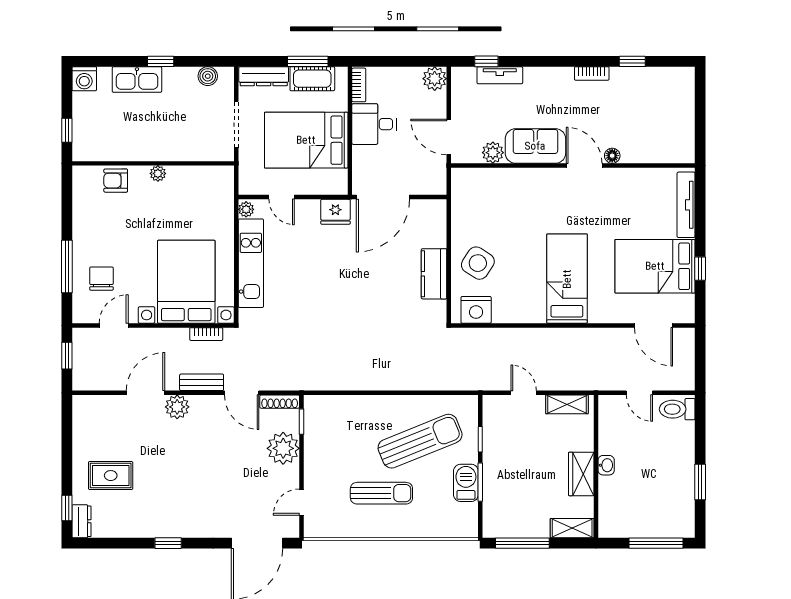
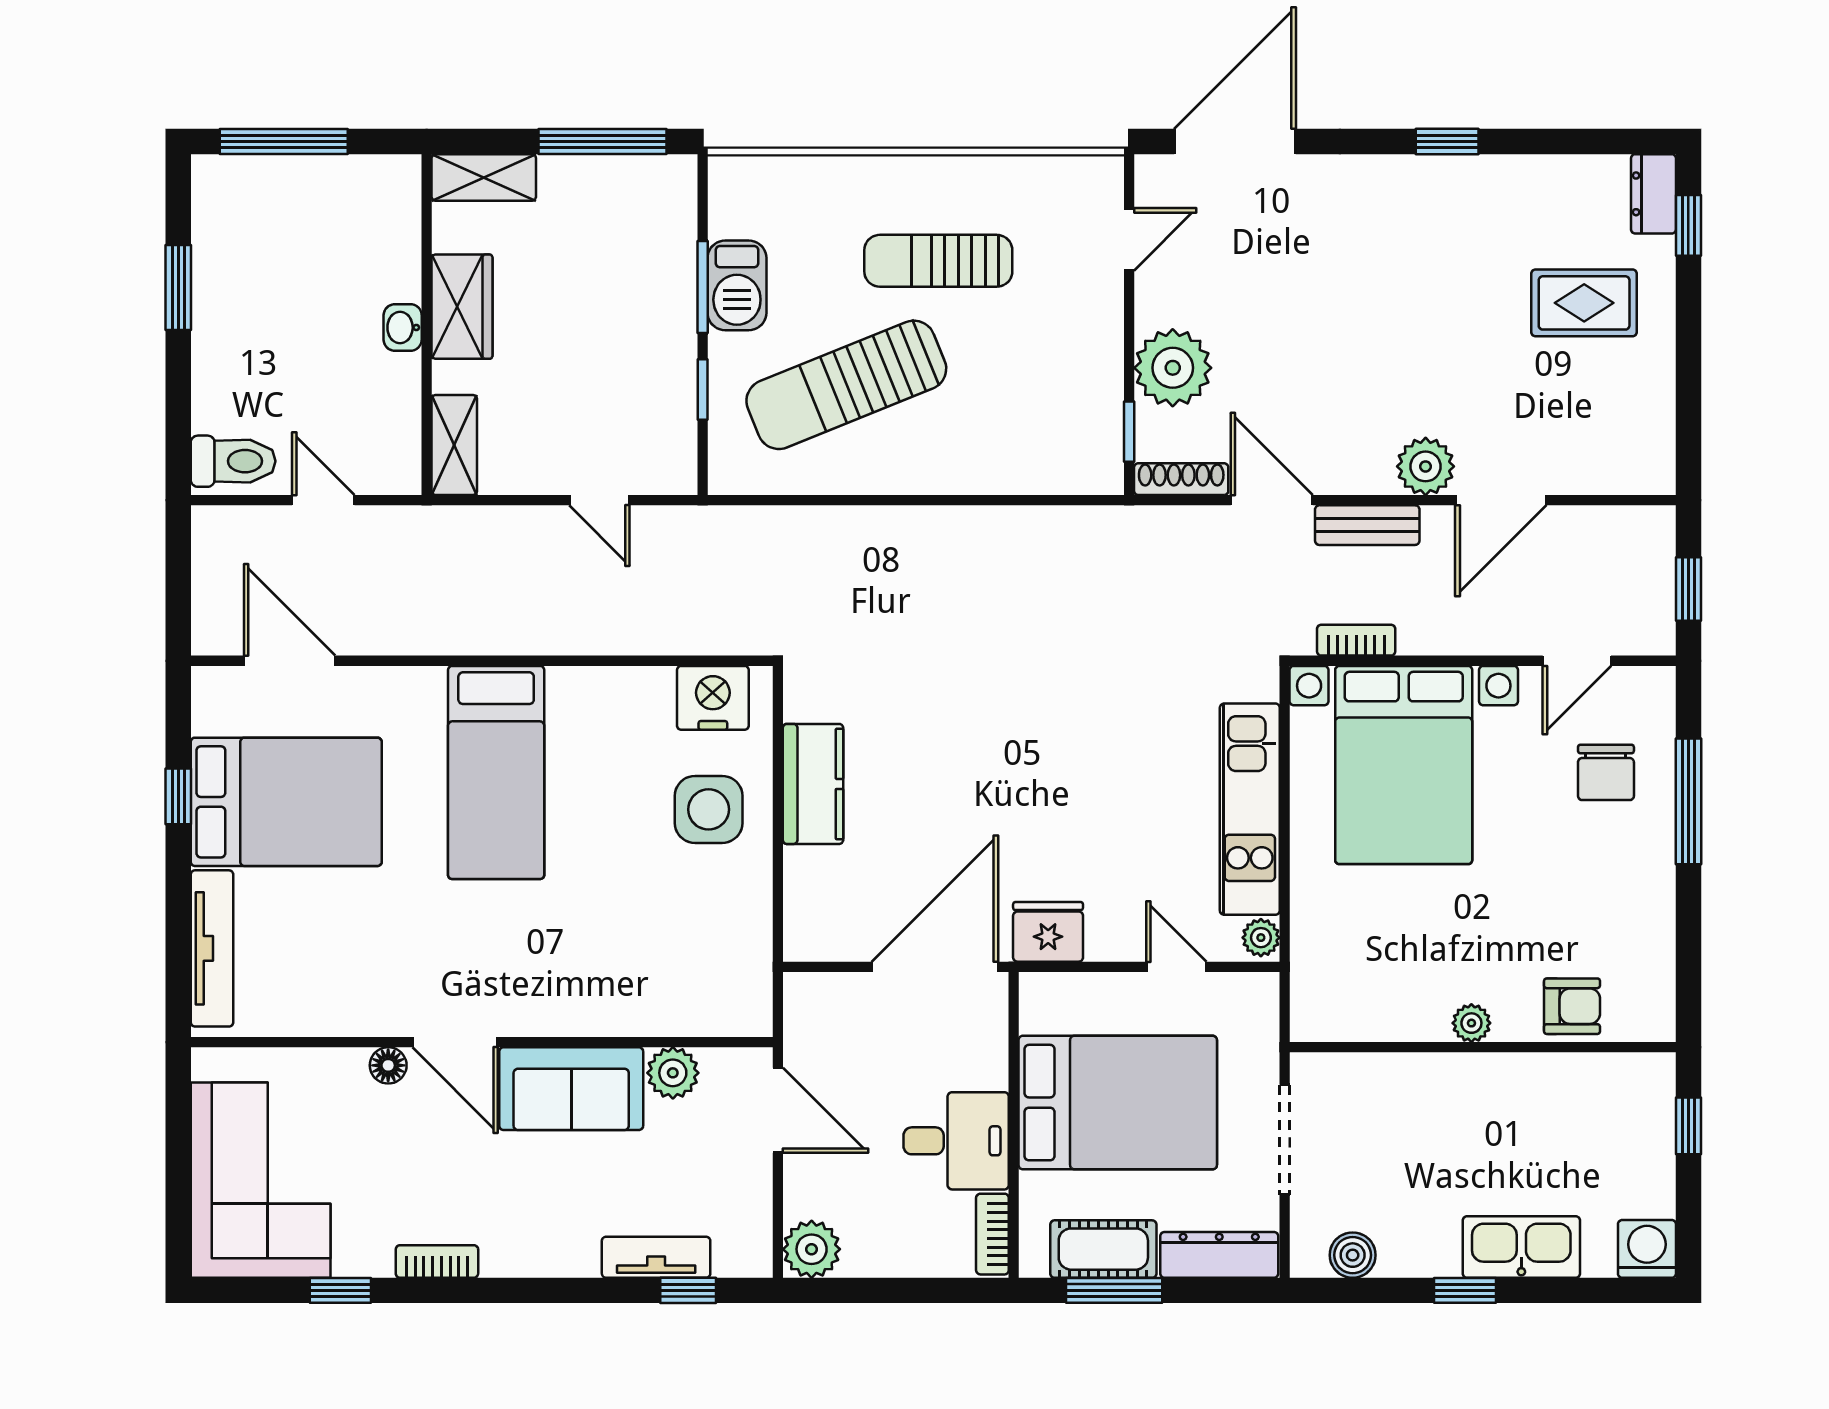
corner sofa: (666, 108) -> (261, 1180), added
side table: (478, 263) -> (709, 809), turned -33
shelving: (567, 404) -> (454, 445), moved, turned 90

